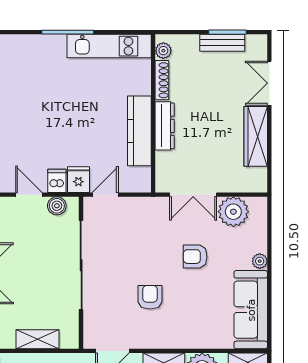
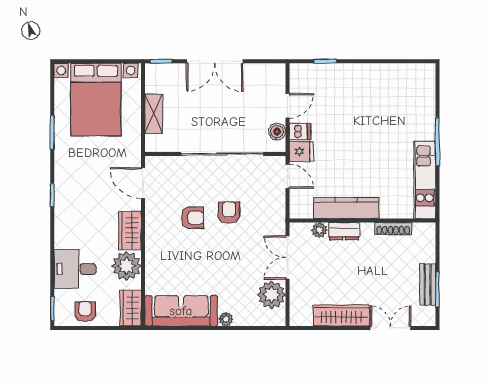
plant: (163, 51) -> (319, 230), moved
dresser: (165, 126) -> (344, 231), width x0.70
armchair: (195, 257) -> (229, 212), moved

